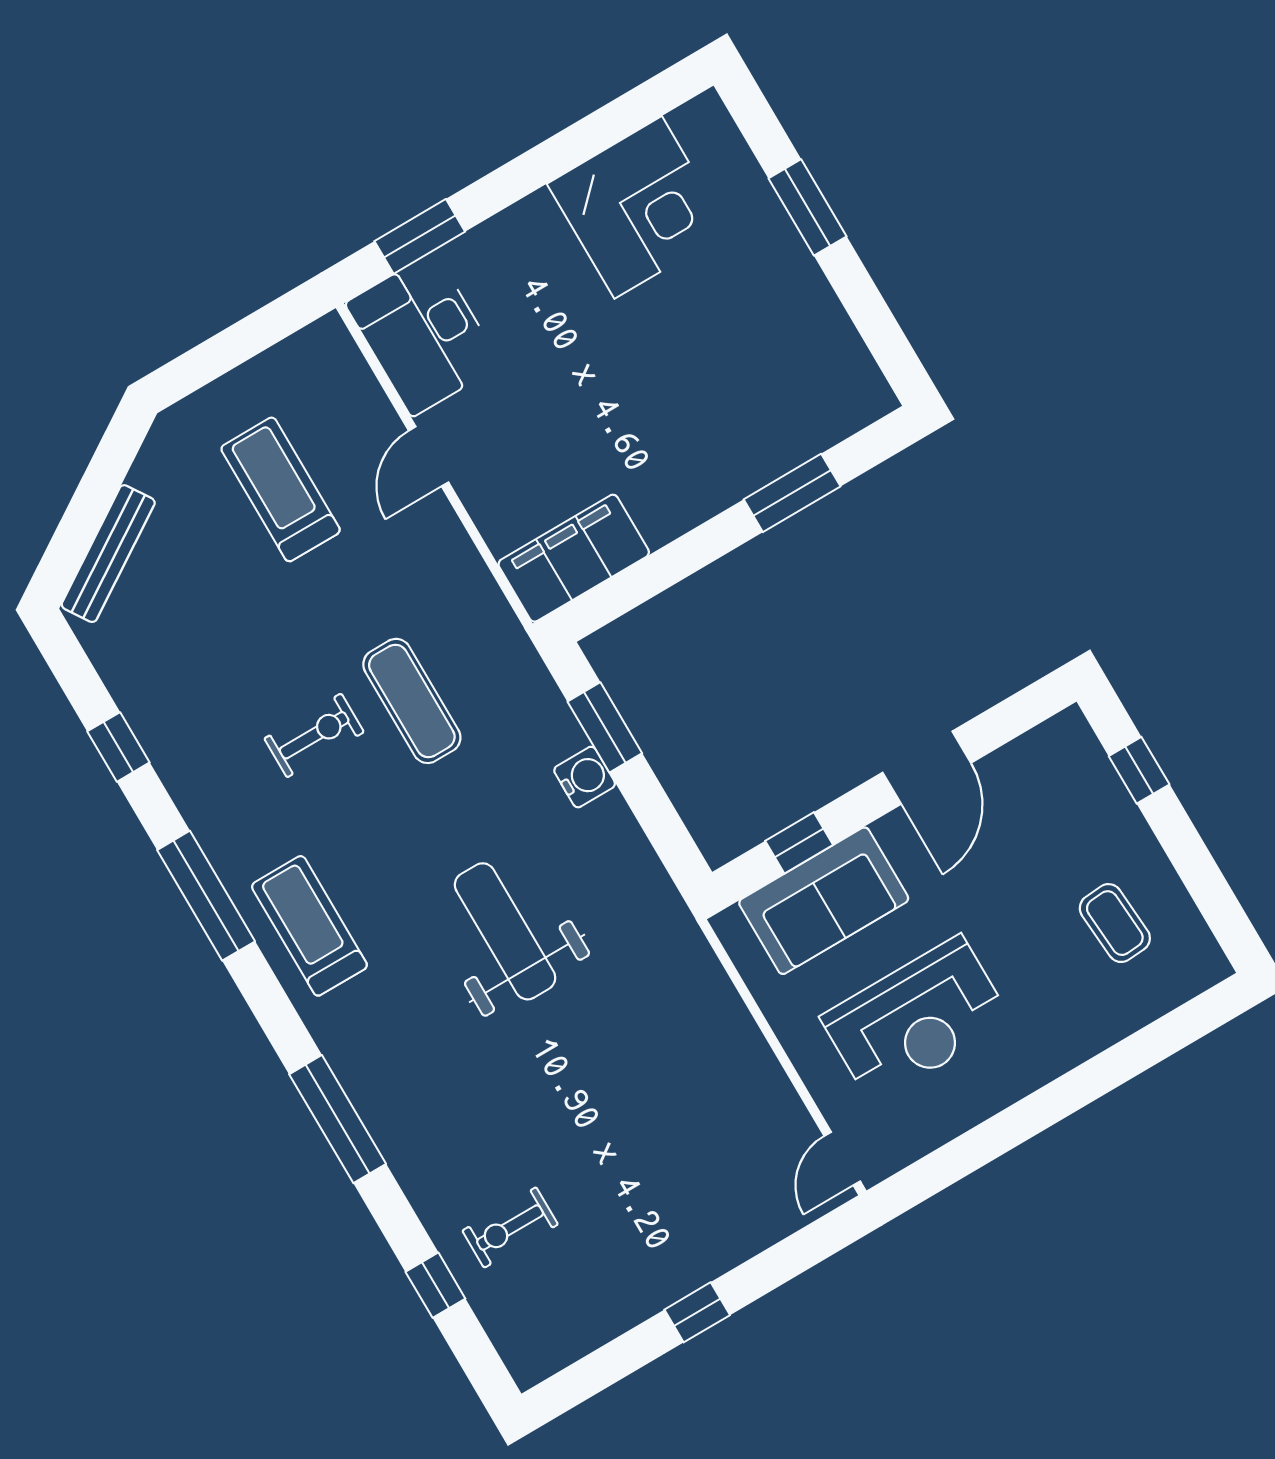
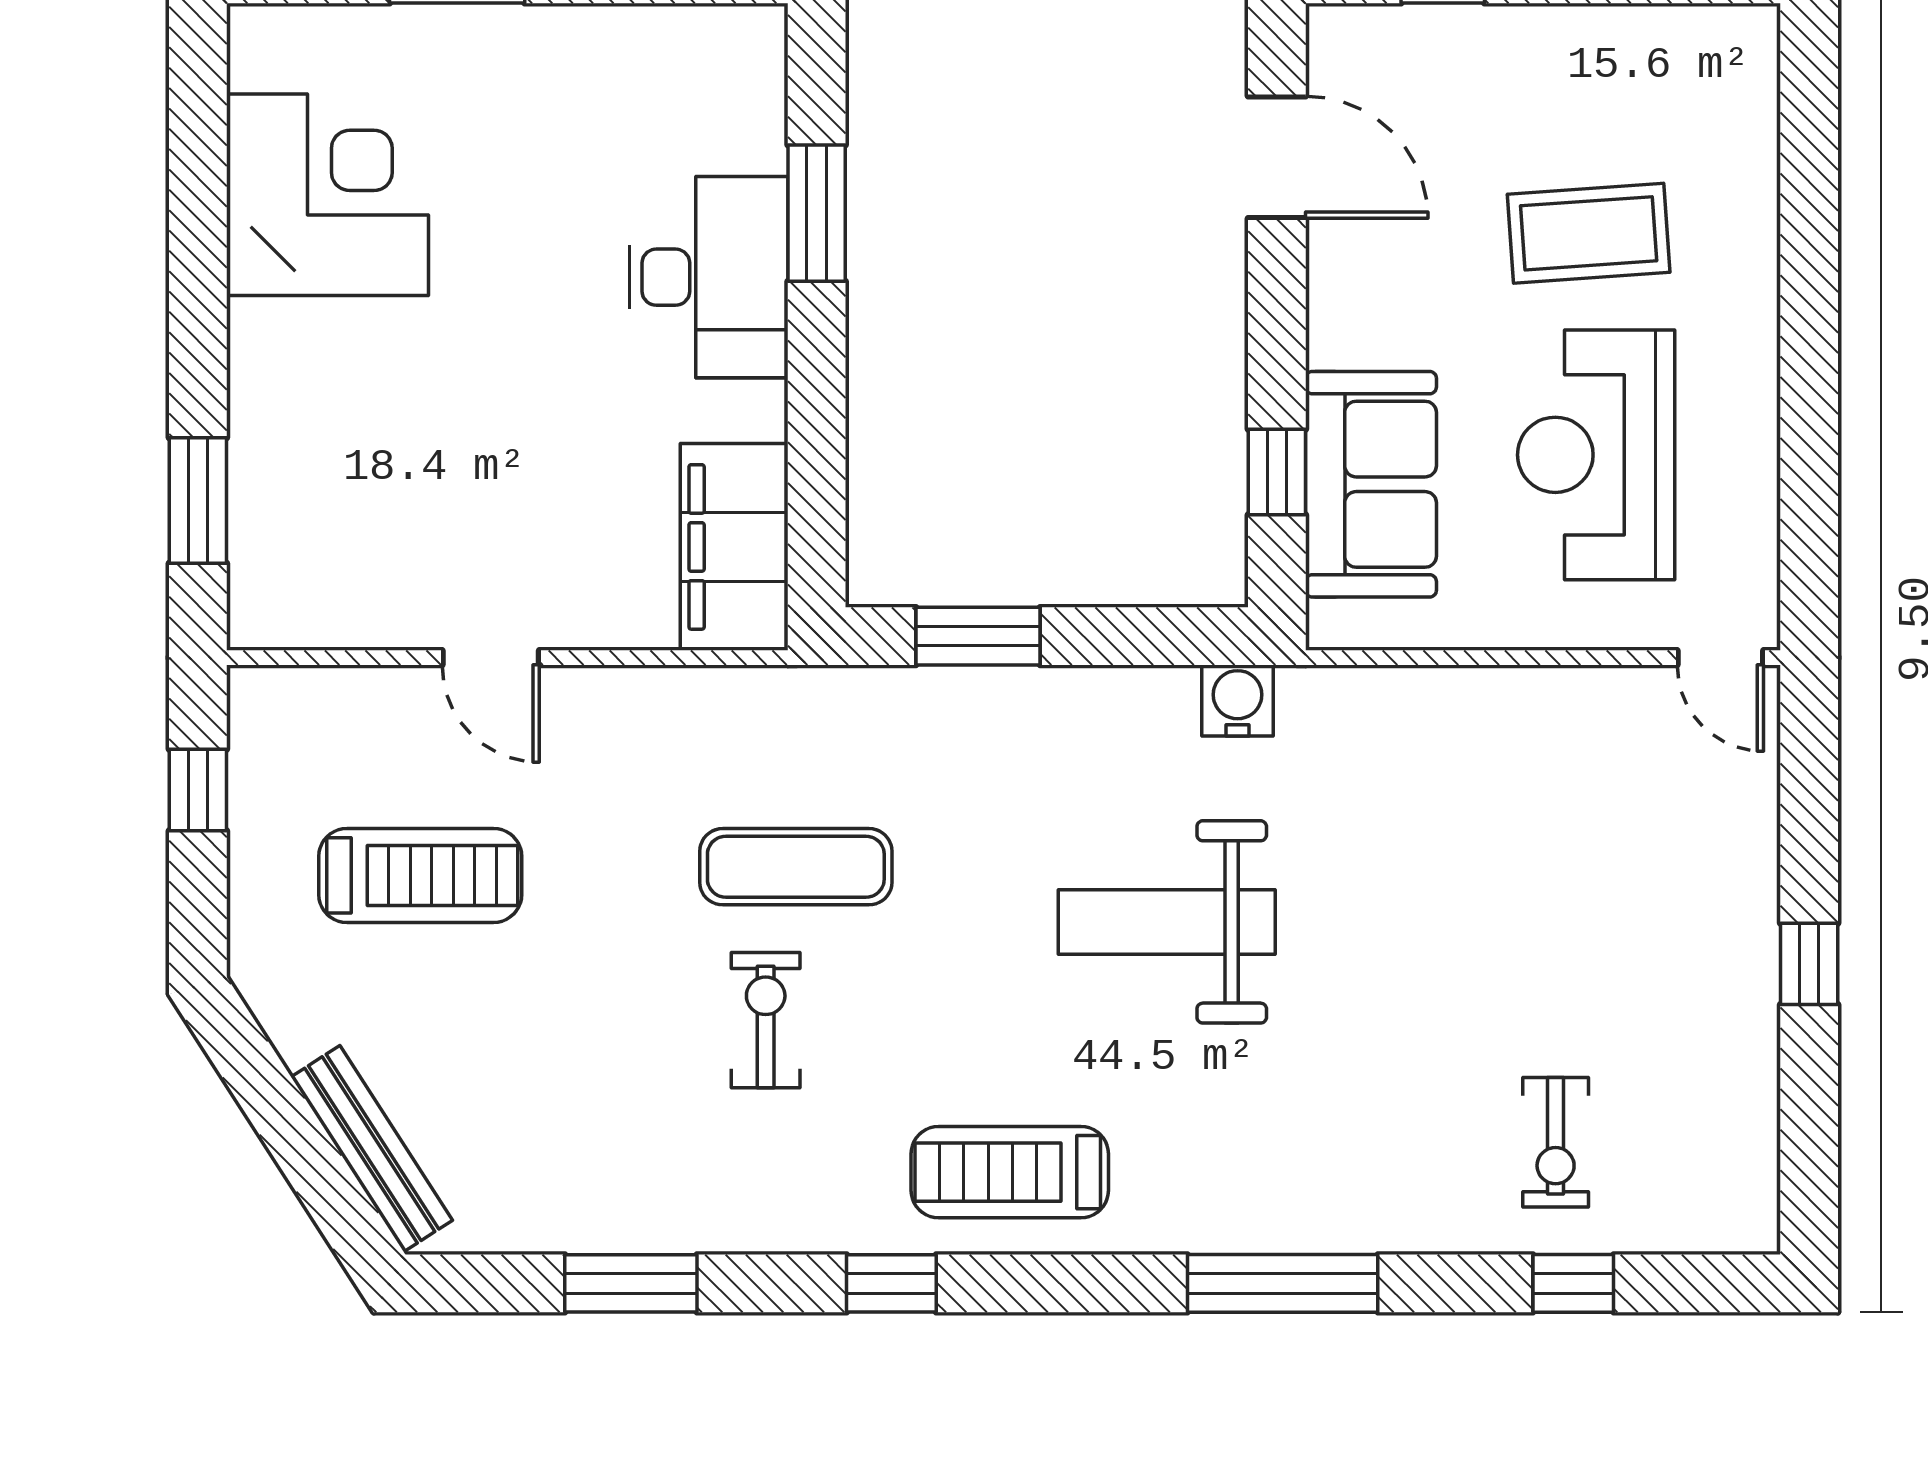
window: (255, 334) -> (198, 790), added
desk: (423, 334) -> (709, 277), moved, turned -90
treadmill: (281, 489) -> (420, 875), turned 180
window: (118, 747) -> (631, 1283), width x1.50
door: (927, 768) -> (1277, 157), moved
water cooler: (585, 777) -> (1238, 700), moved
window: (206, 896) -> (891, 1283), width x0.46
coffee table: (1115, 923) -> (1589, 233), moved, width x1.36, depth x1.30
reception desk: (916, 1019) -> (1596, 455), turned 180

